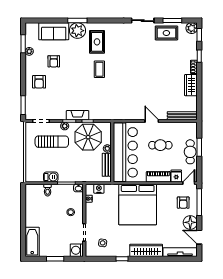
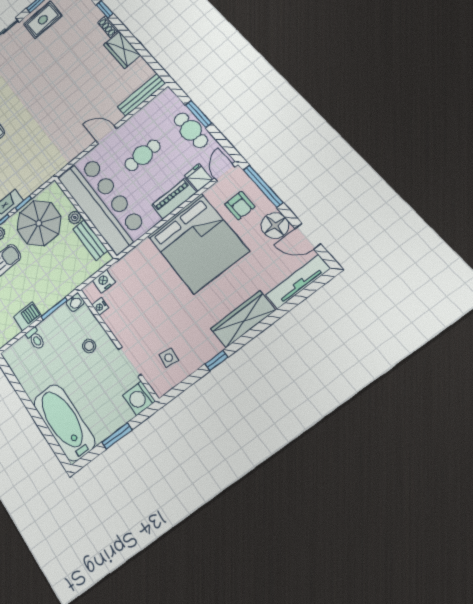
bed: (138, 205) -> (198, 243), moved
bathtub: (32, 242) -> (64, 422), width x1.36, depth x1.36

